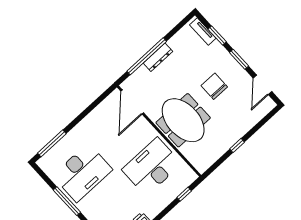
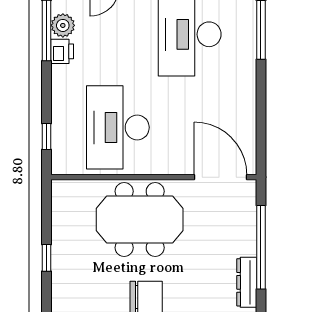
dresser: (158, 57) -> (247, 282), moved
desk: (152, 167) -> (118, 127), turned 180

